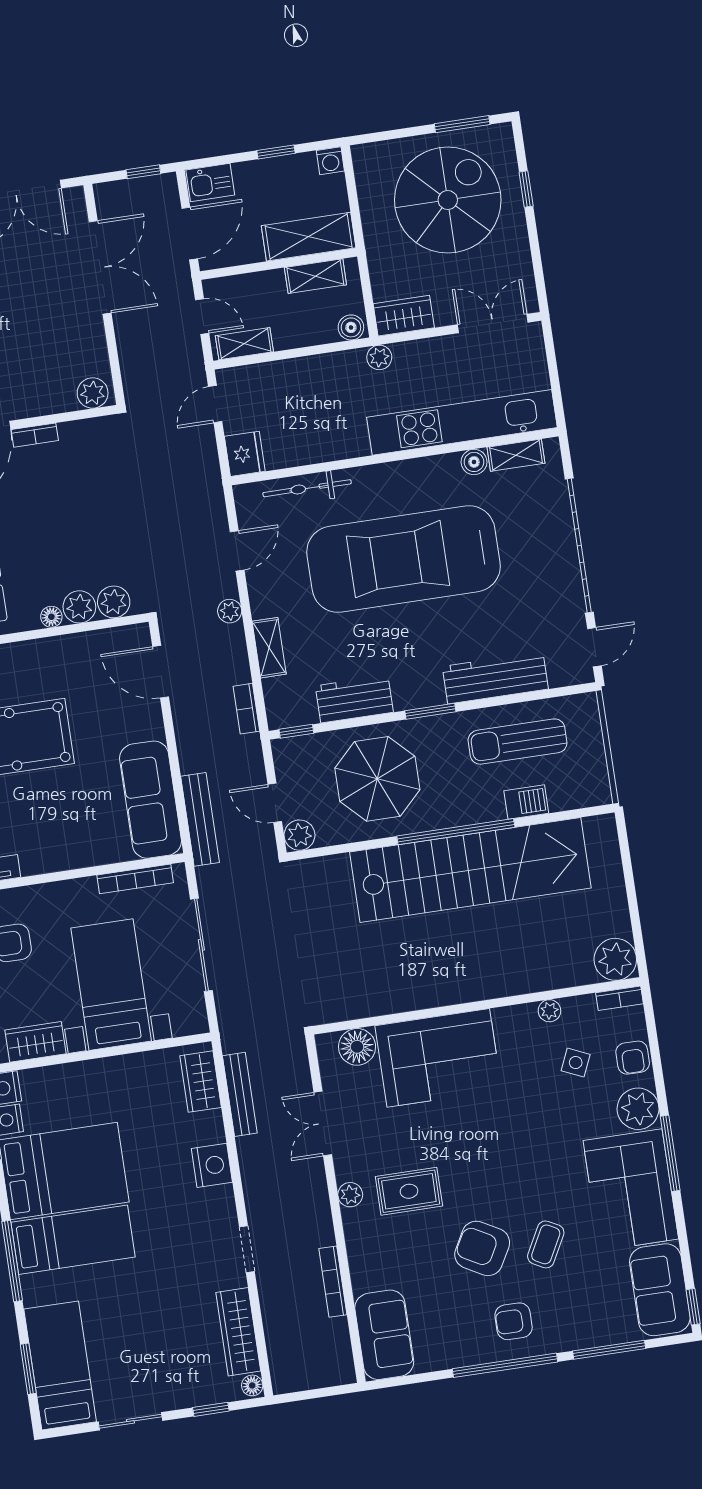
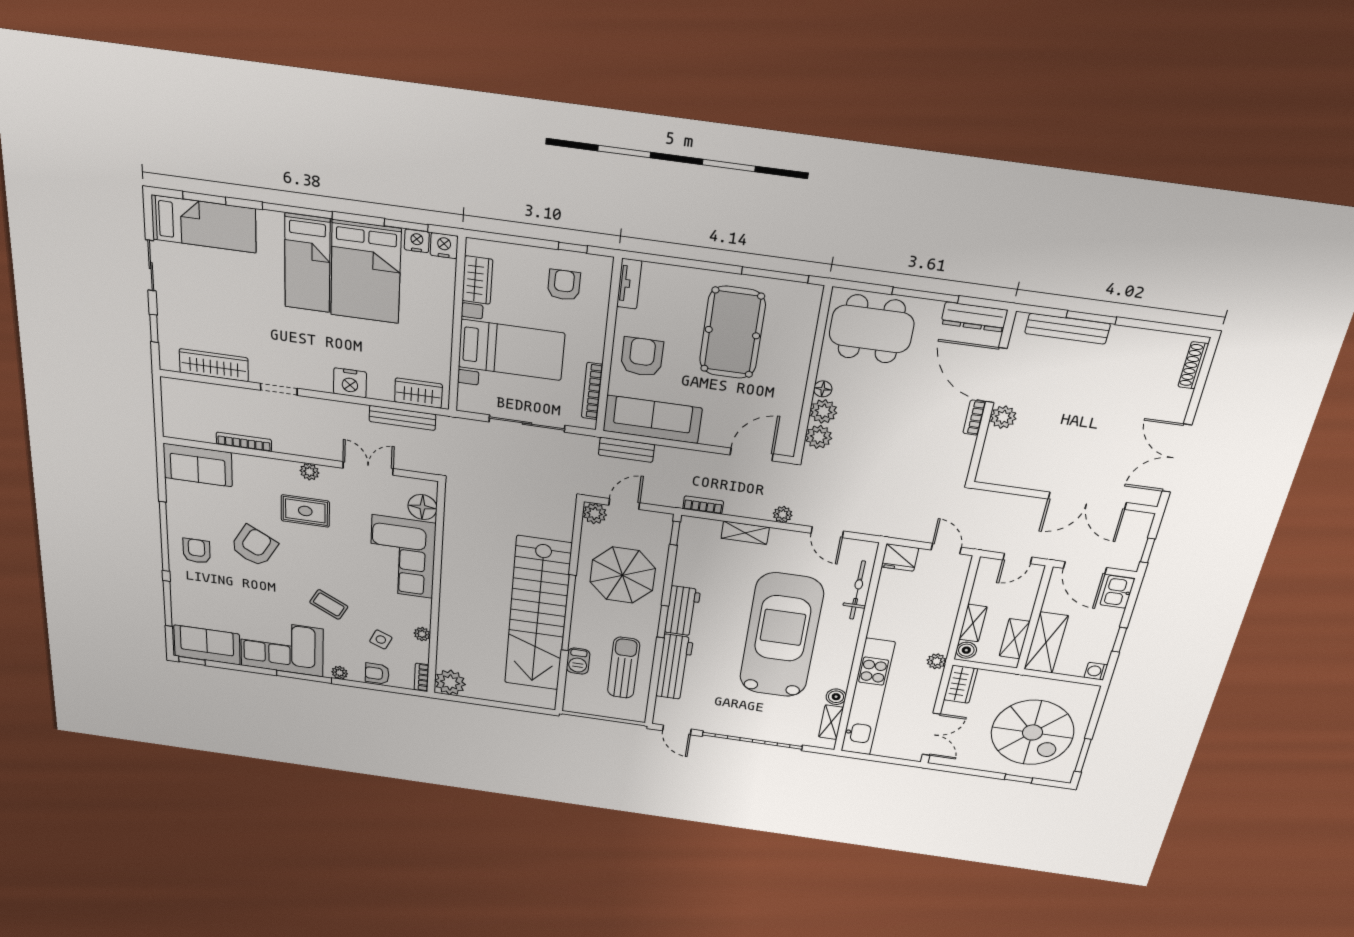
shelving: (244, 344) -> (973, 623), moved
plant: (93, 393) -> (1003, 417), moved
workbench: (354, 699) -> (682, 611), moved
bench: (200, 819) -> (626, 450), width x0.73
armchair: (74, 833) -> (642, 357), added
plant: (638, 1109) -> (340, 673), width x0.53, depth x0.53
rug: (409, 1191) -> (305, 511), turned 90
coffee table: (546, 1244) -> (329, 605), moved
floor lamp: (252, 1385) -> (170, 363), removed

